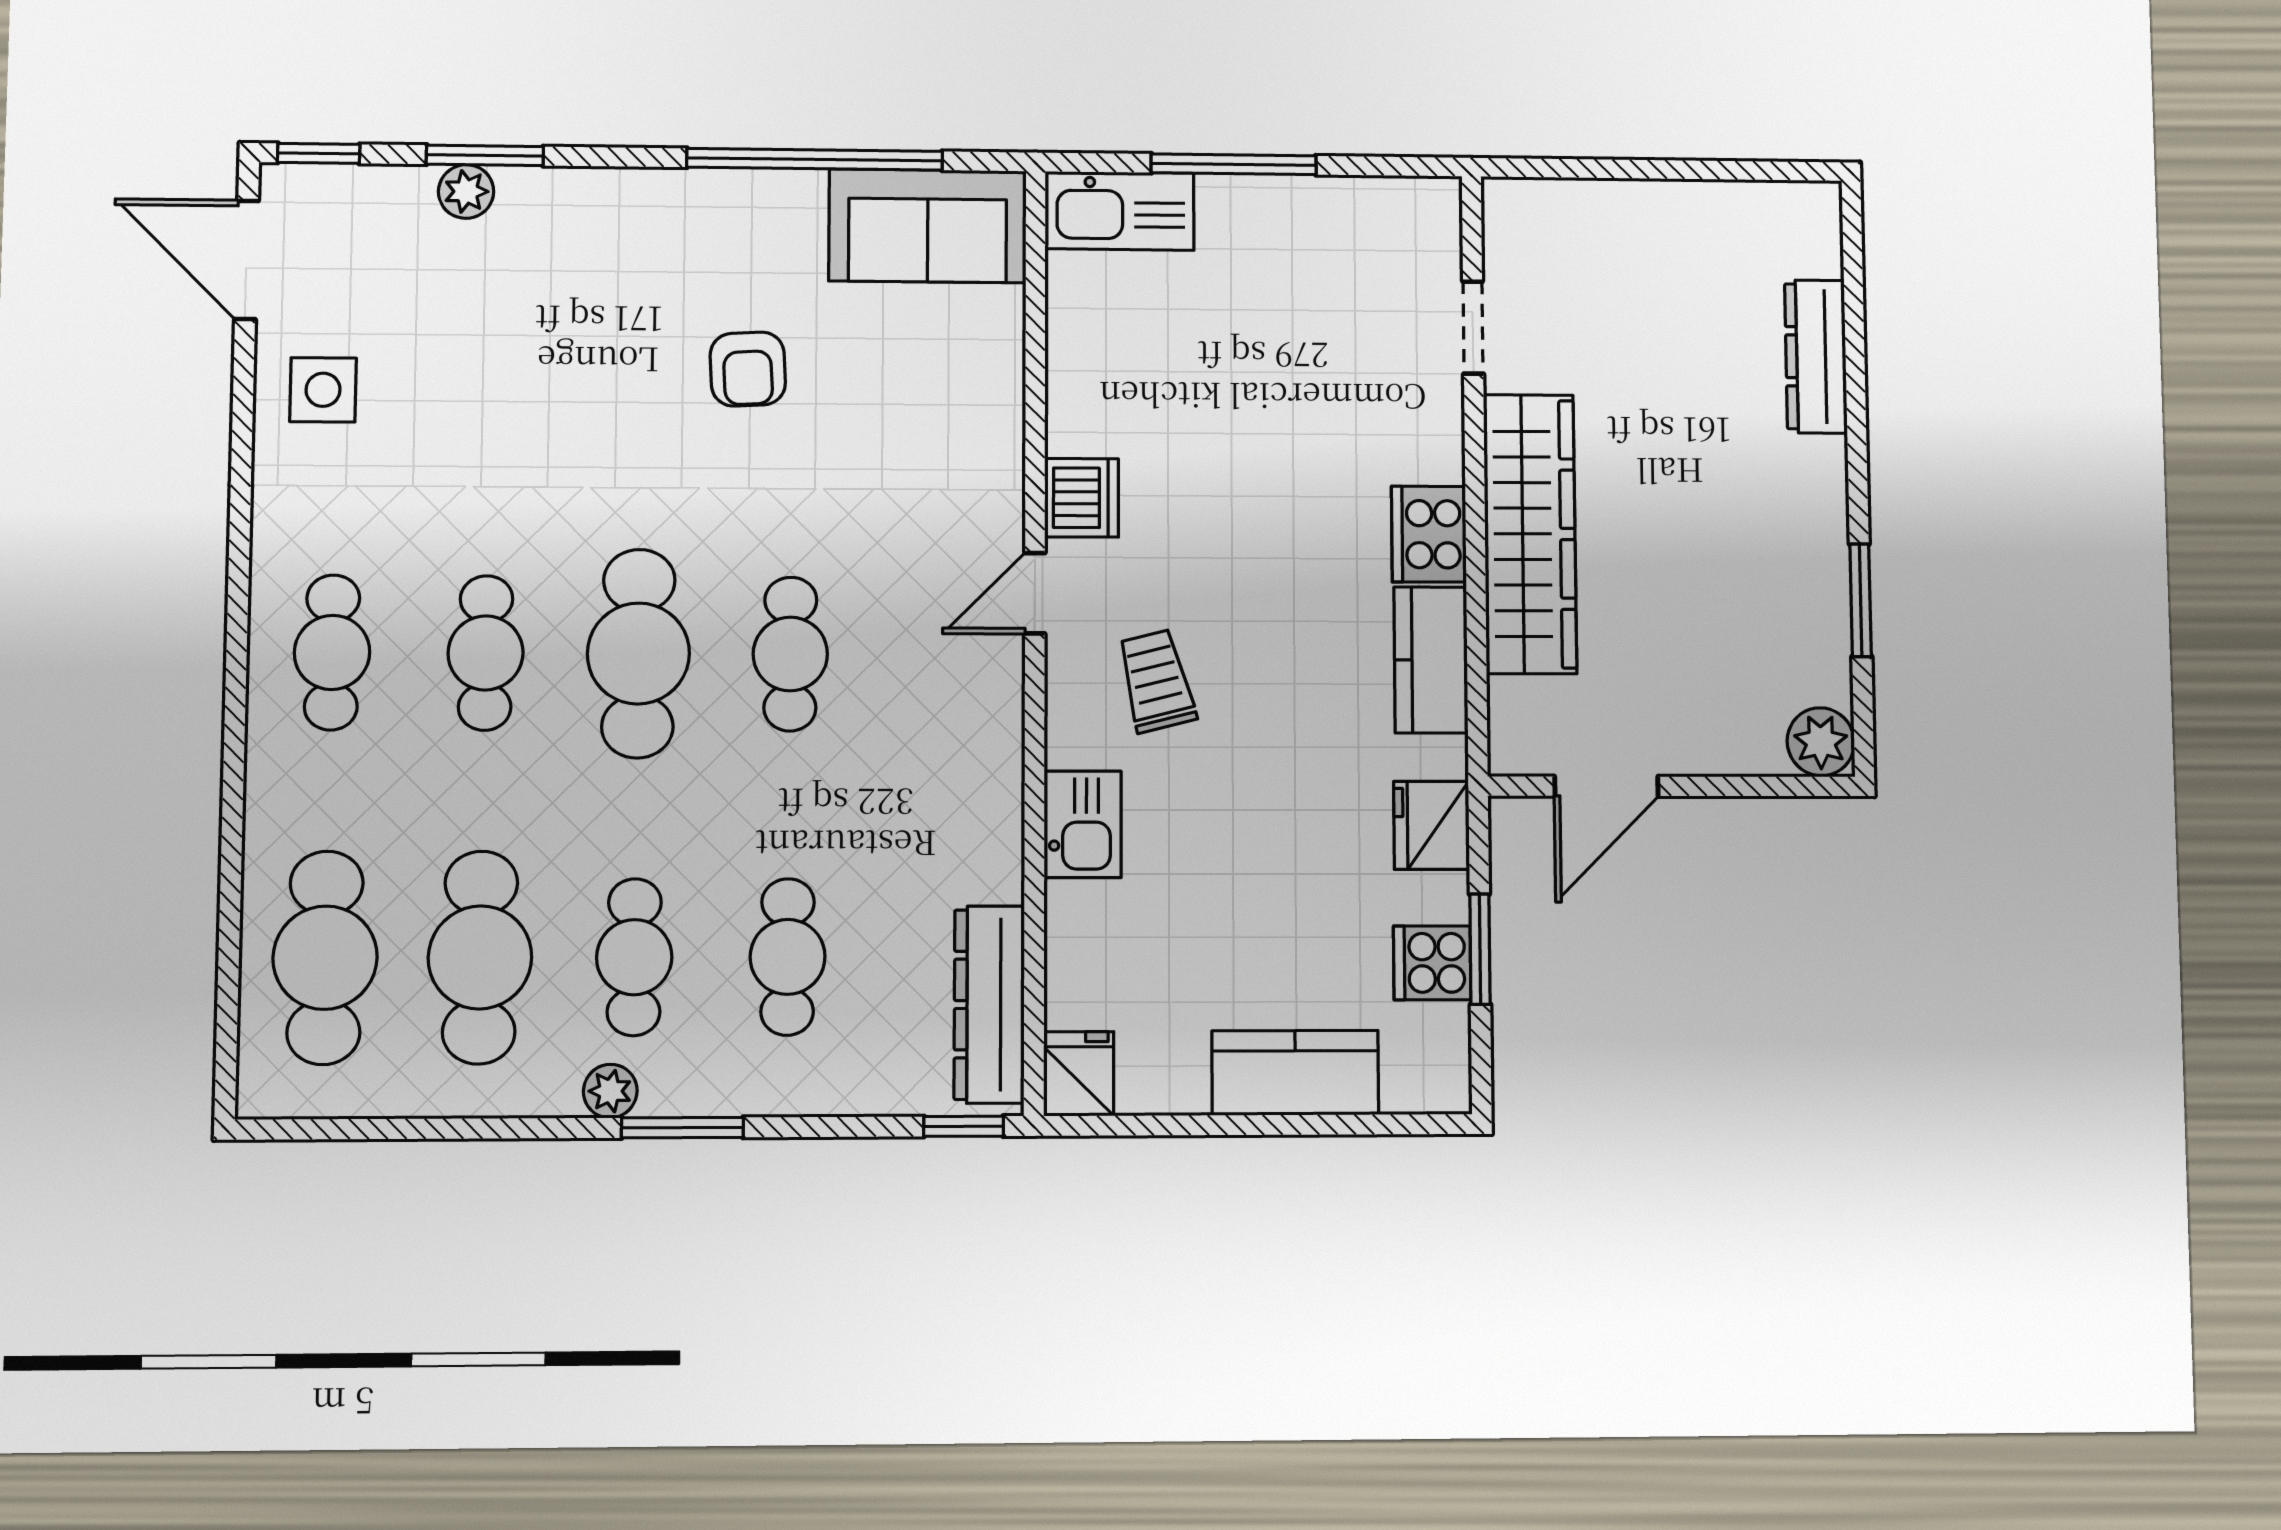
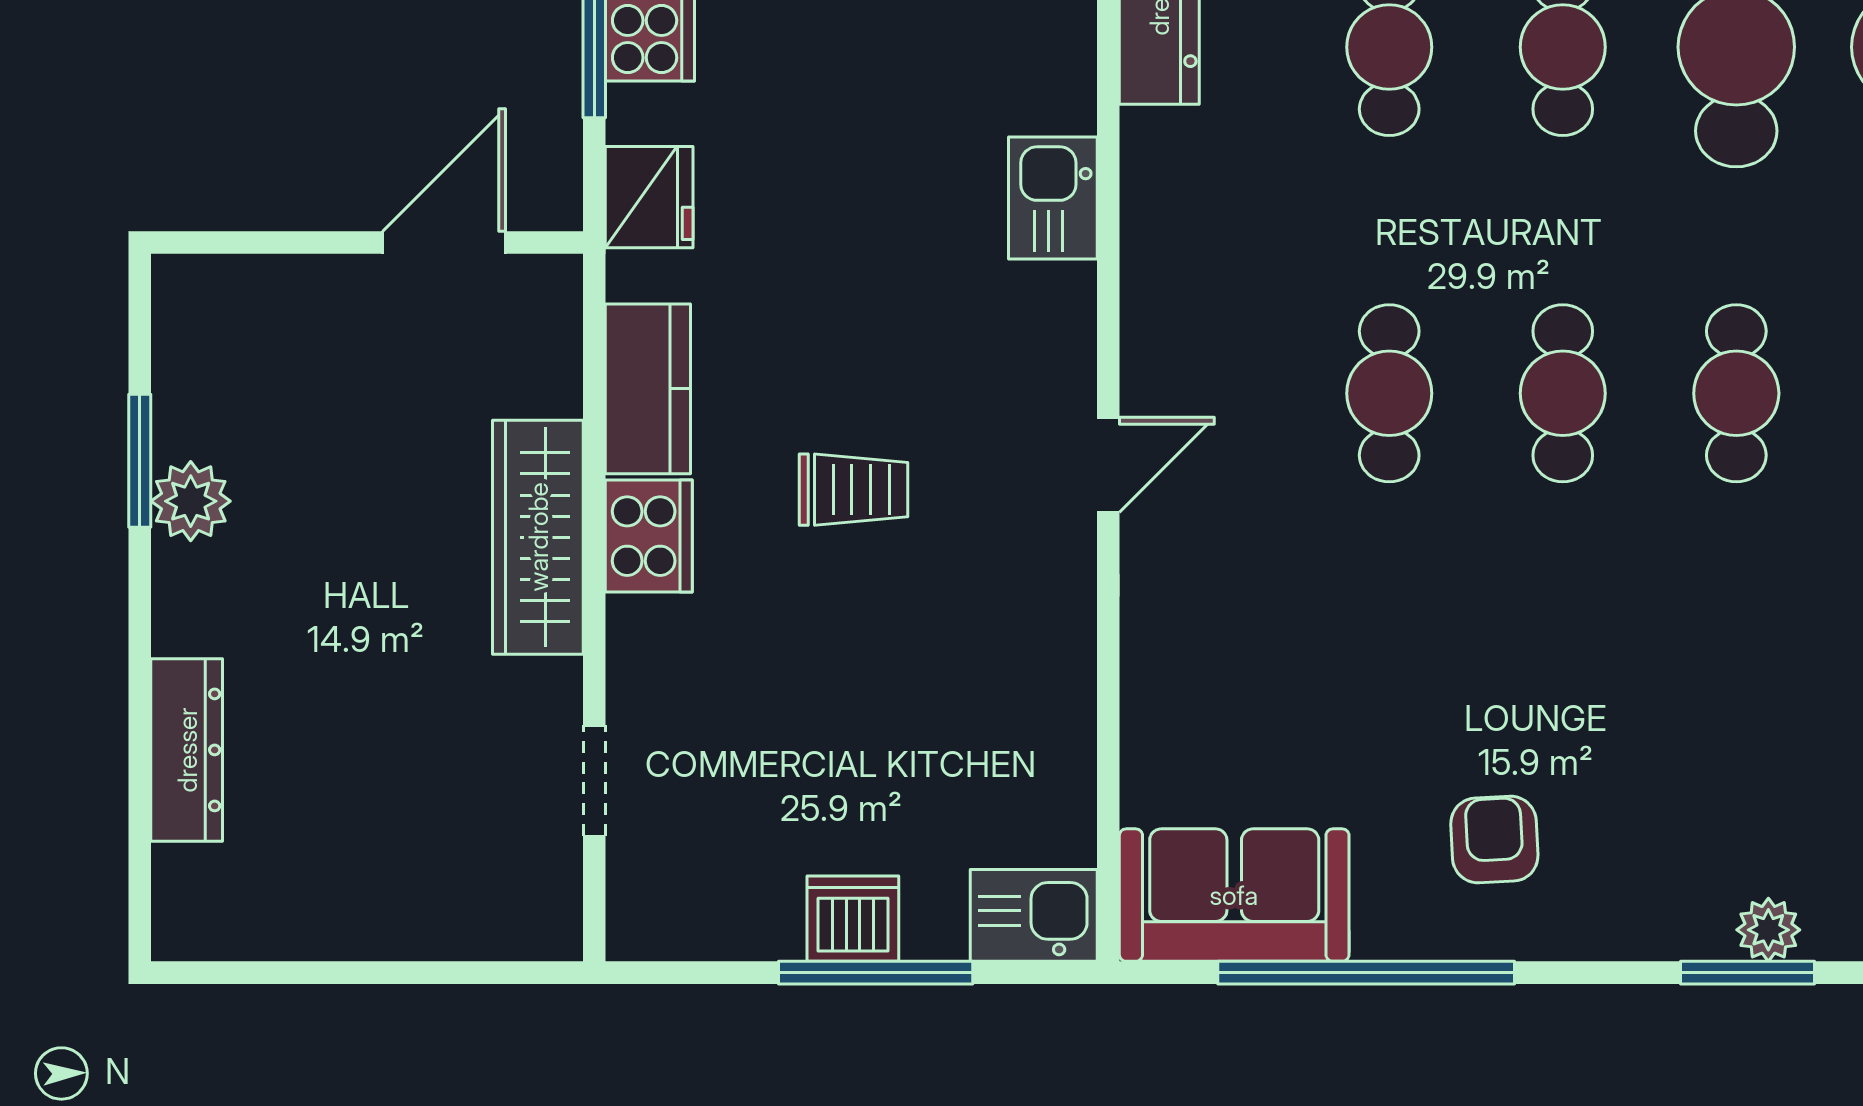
kitchen sink: (1120, 211) -> (1034, 915), width x0.73
armchair: (748, 369) -> (1494, 840), moved
dishwasher: (1082, 498) -> (853, 919), moved, turned 90
wardrobe: (1530, 534) -> (538, 537), width x0.71, depth x0.85
cafe table: (638, 653) -> (1563, 393), width x0.73, depth x0.74
trolley: (1156, 681) -> (854, 490), moved, turned -76
plant: (1821, 742) -> (191, 501), moved

